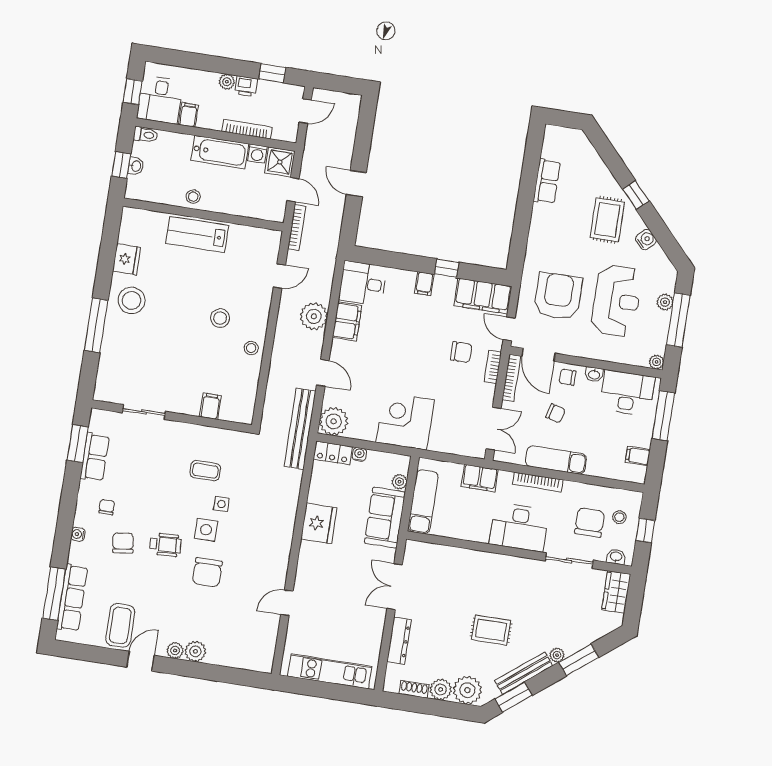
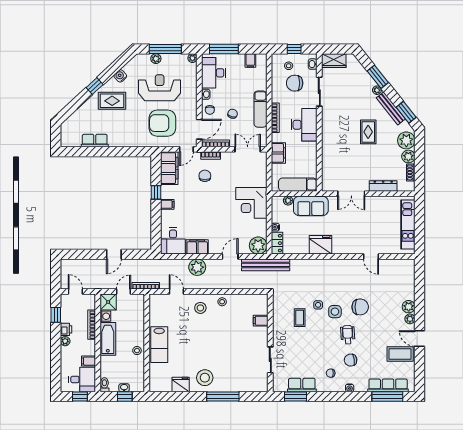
stool: (220, 318) -> (200, 308), moved

